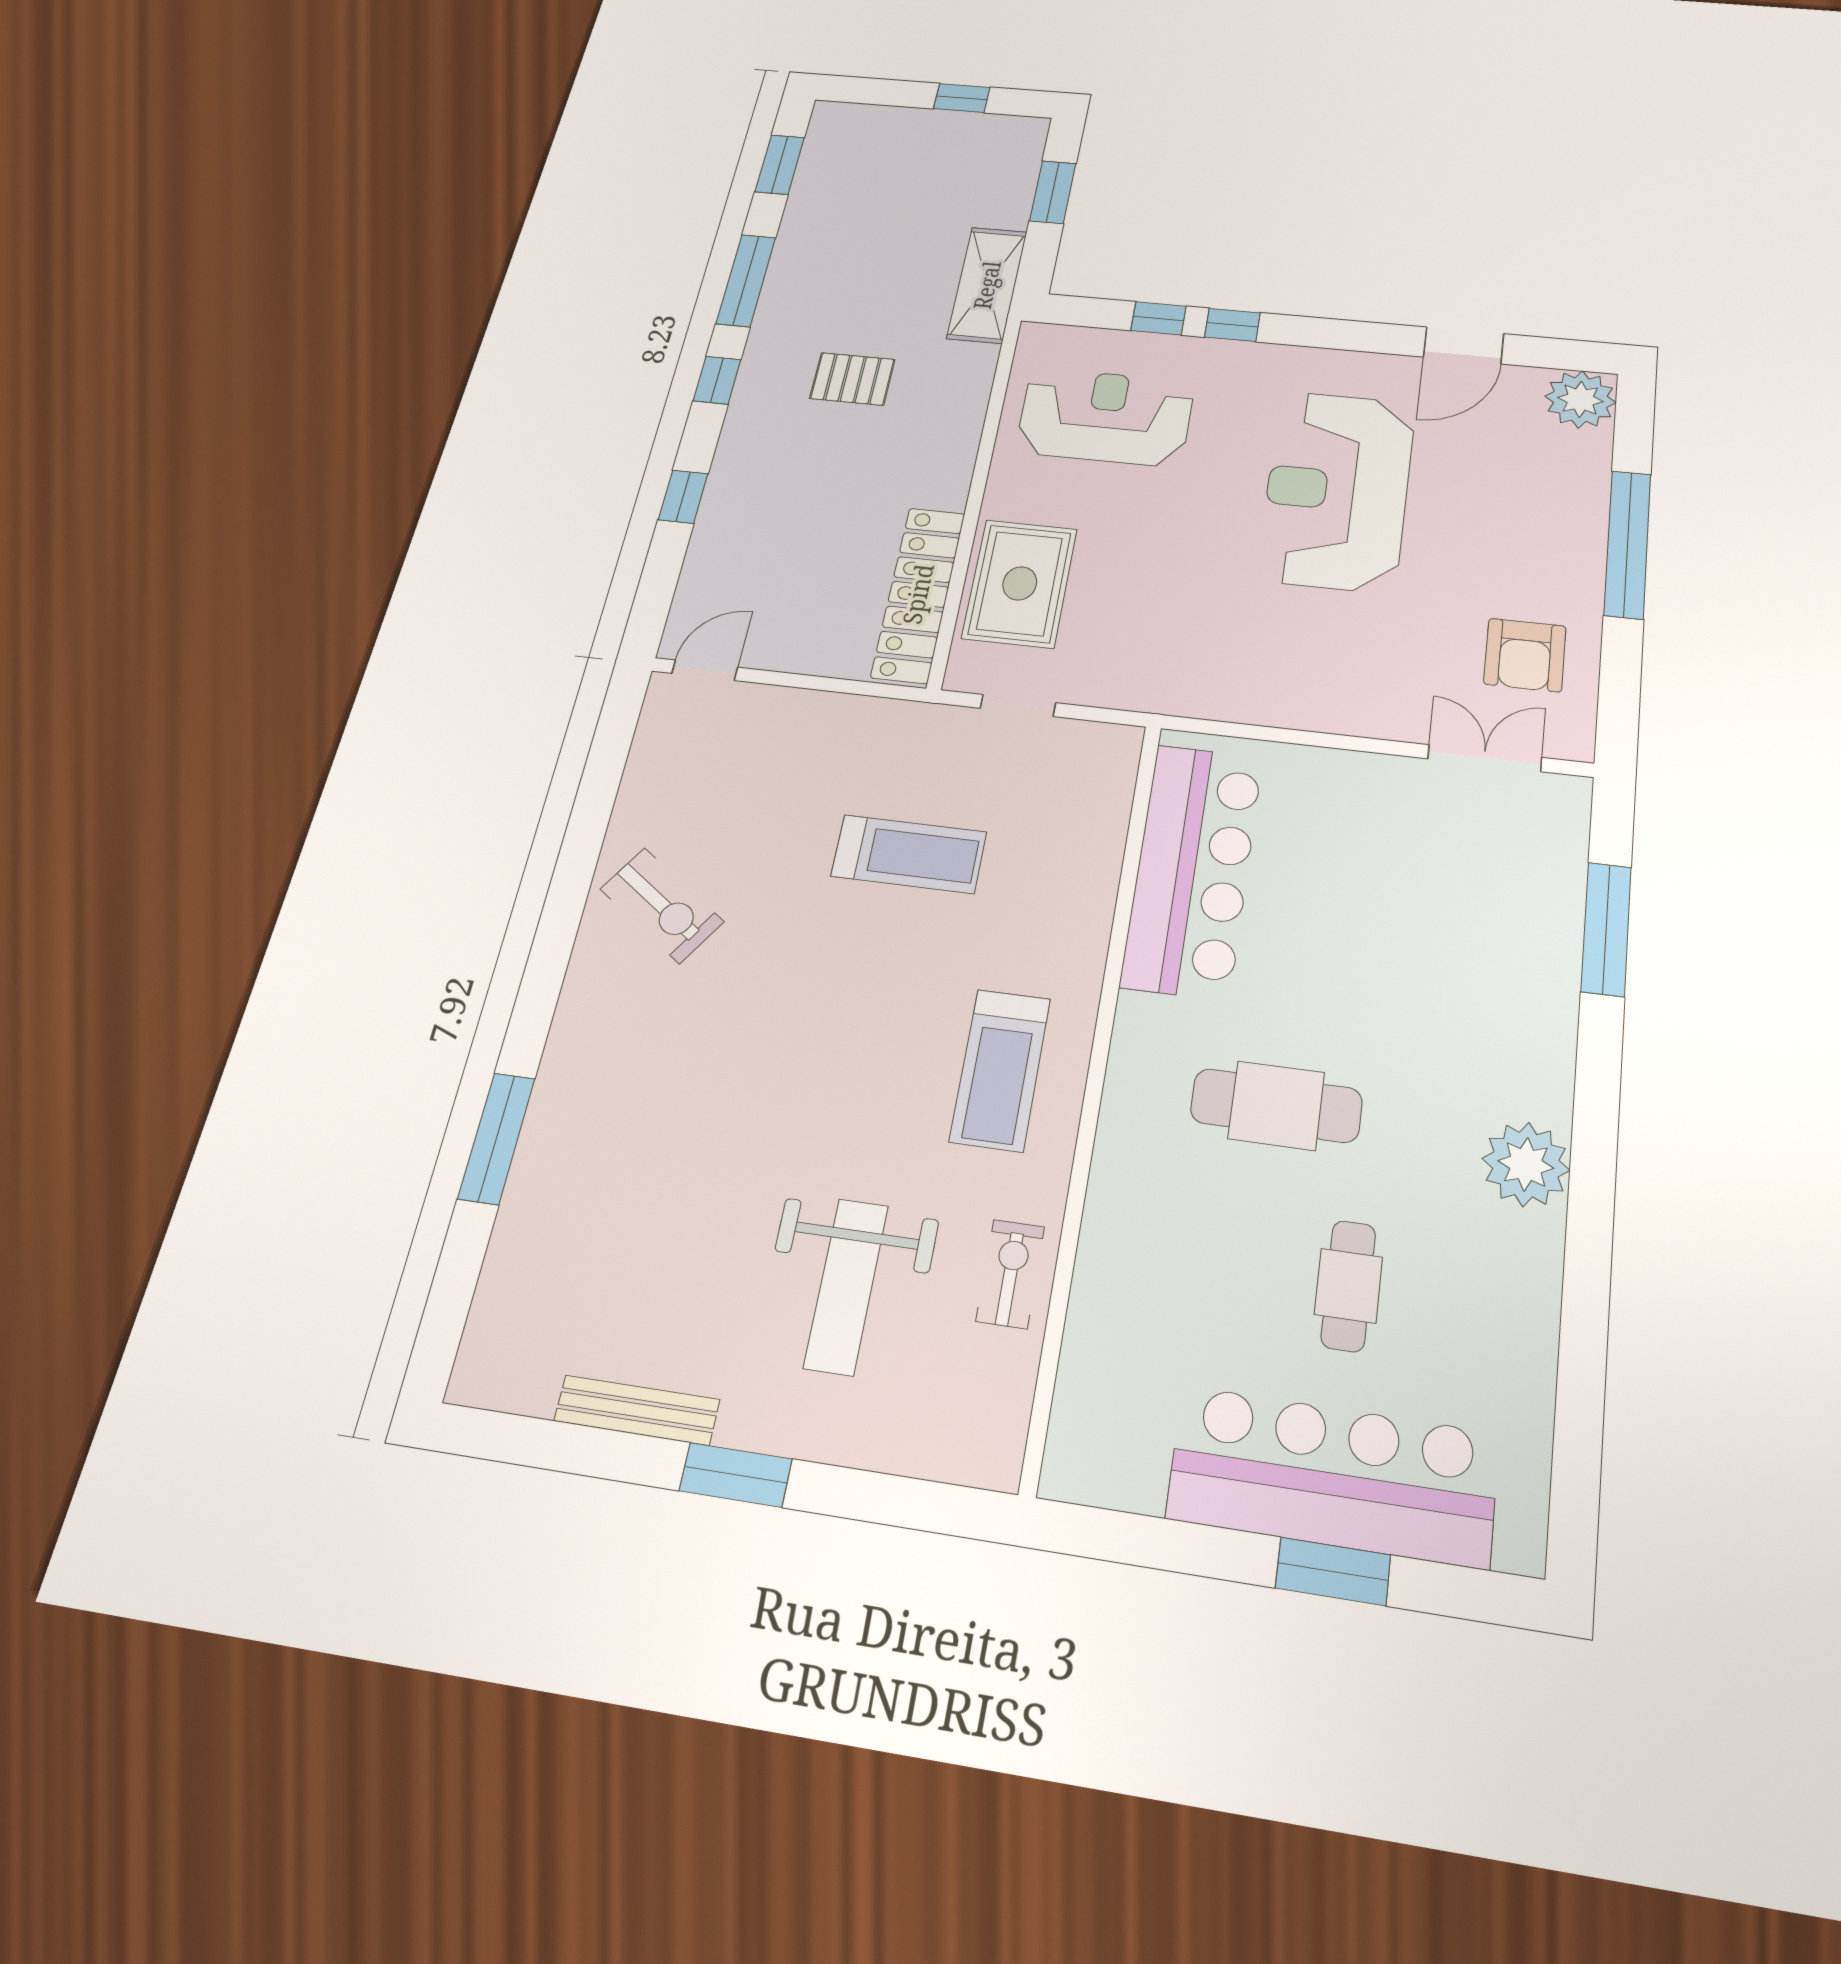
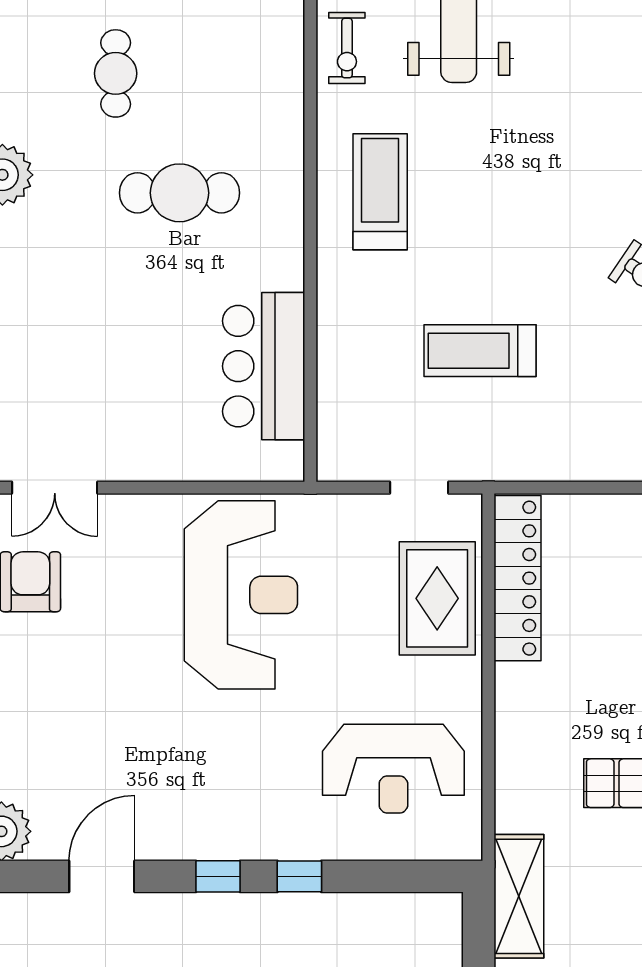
window: (1158, 318) -> (218, 876), moved
reception desk: (1337, 490) -> (241, 595), moved
bar counter: (1193, 870) -> (264, 366), width x0.73

